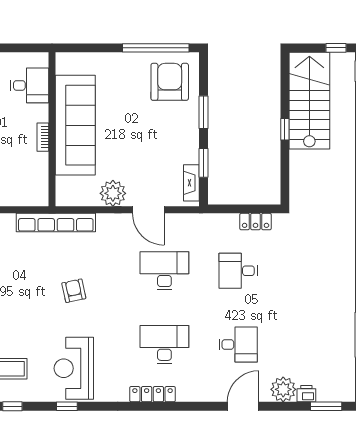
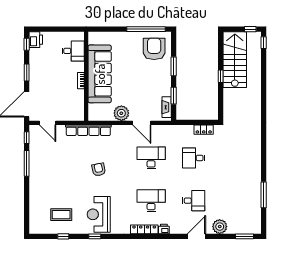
printer: (306, 394) -> (164, 229), moved

